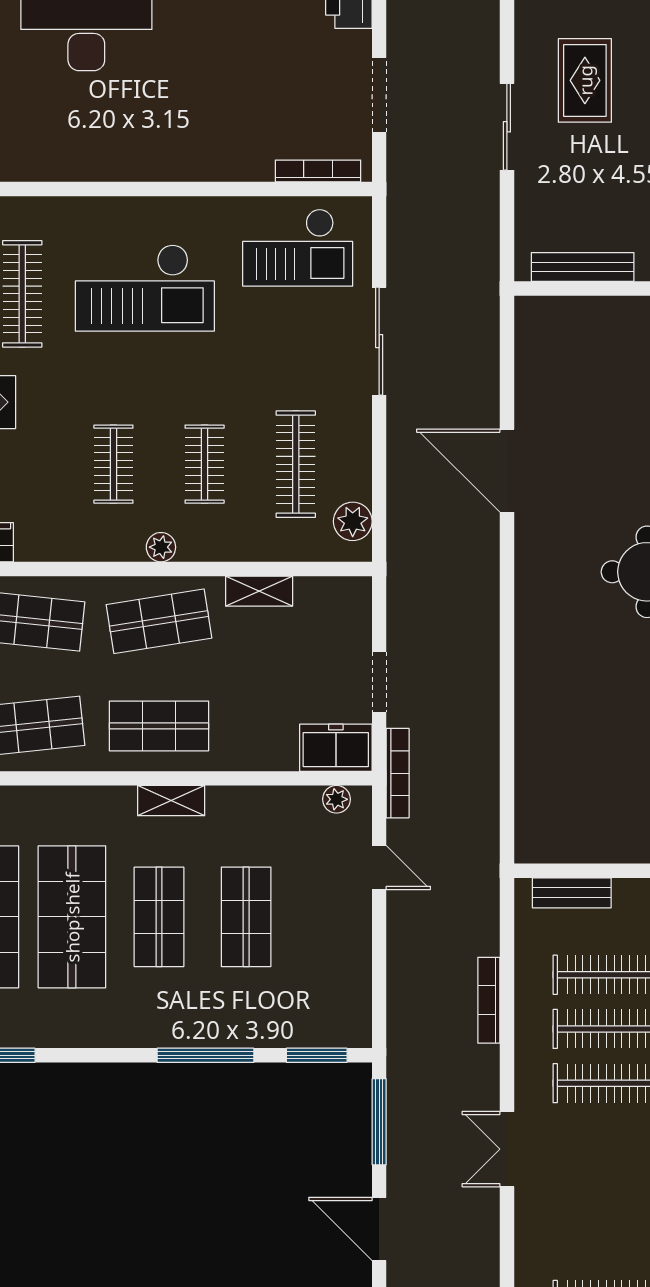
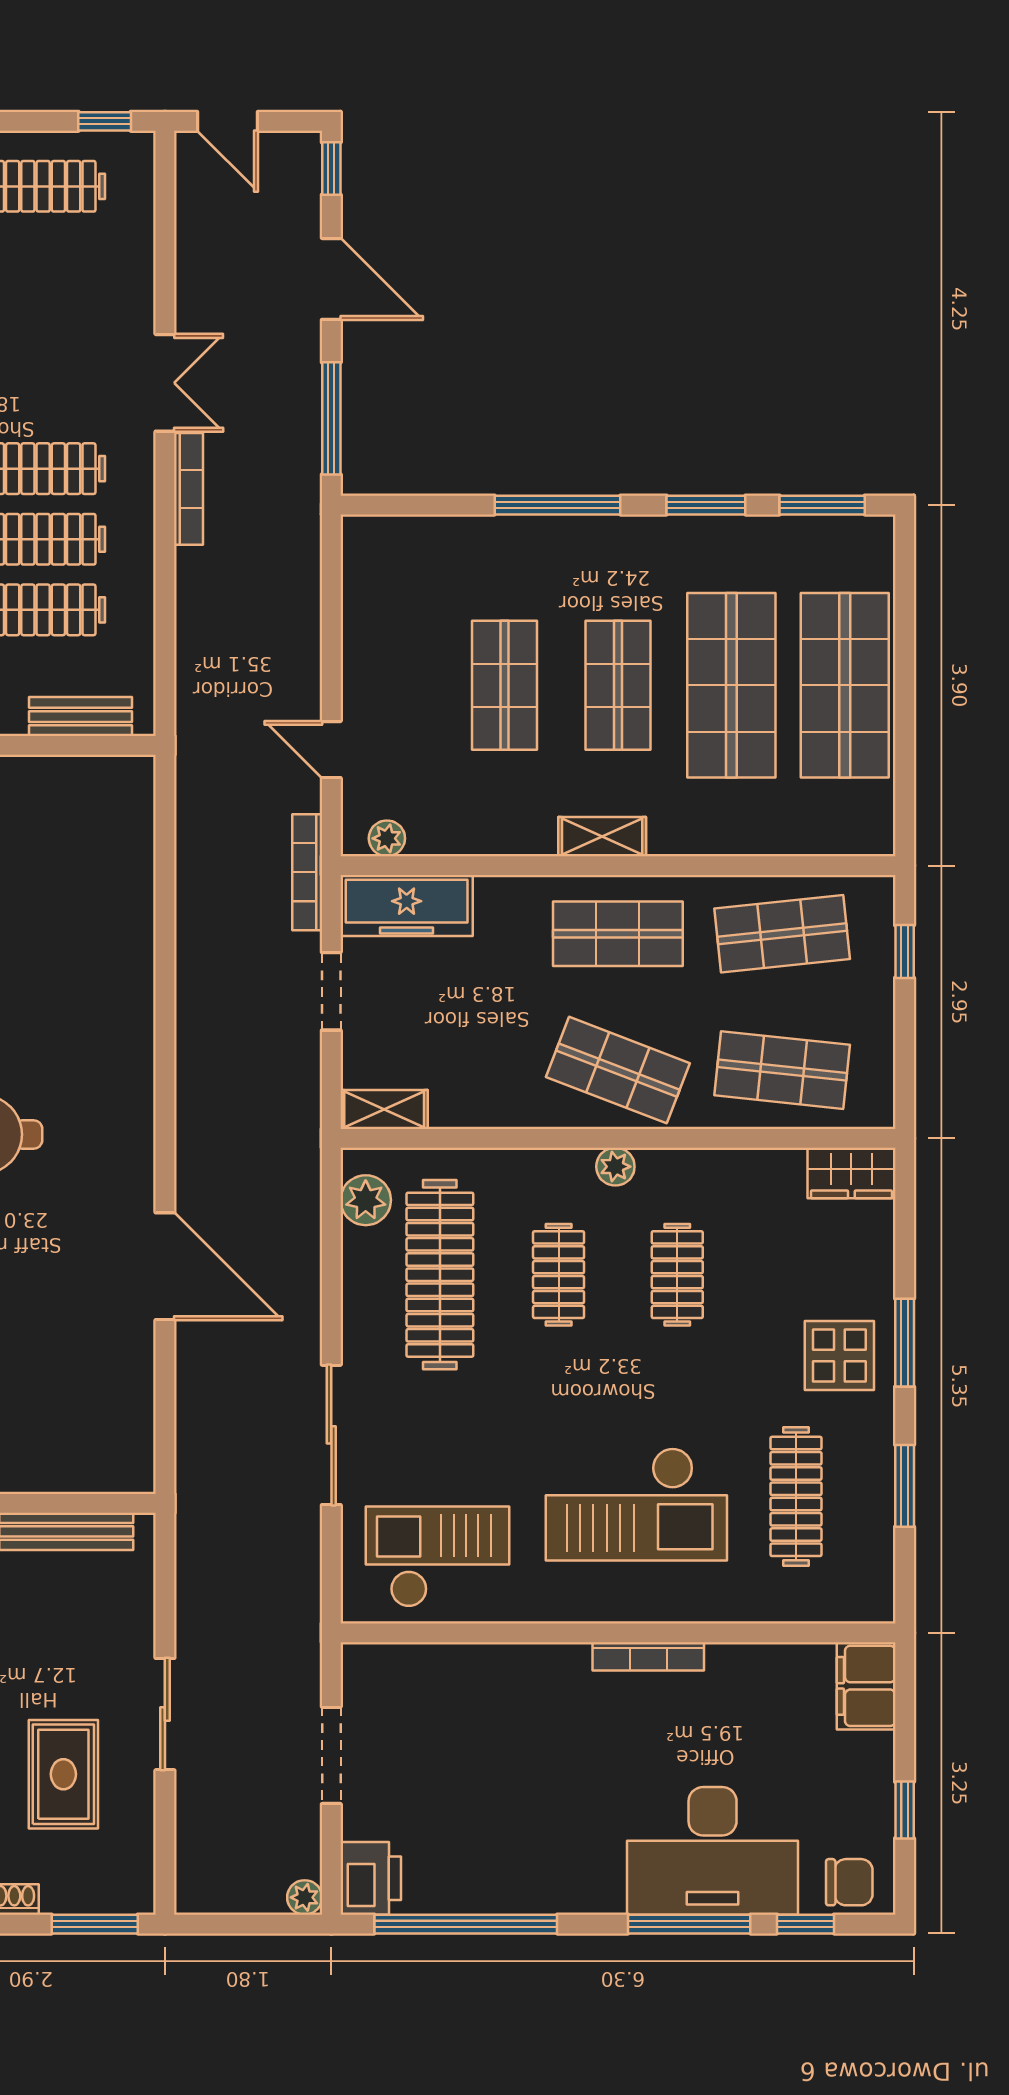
bookcase: (318, 171) -> (648, 1656), moved
checkout: (145, 288) -> (636, 1504), turned 180
clothes rail: (296, 464) -> (440, 1275), width x1.37, depth x1.31
shelving: (259, 591) -> (384, 1109), moved
shop shelf: (159, 621) -> (618, 1070), turned 30
freezer: (336, 748) -> (407, 905), width x1.40
bookcase: (489, 1000) -> (189, 489), moved
window: (317, 1055) -> (706, 505), moved

